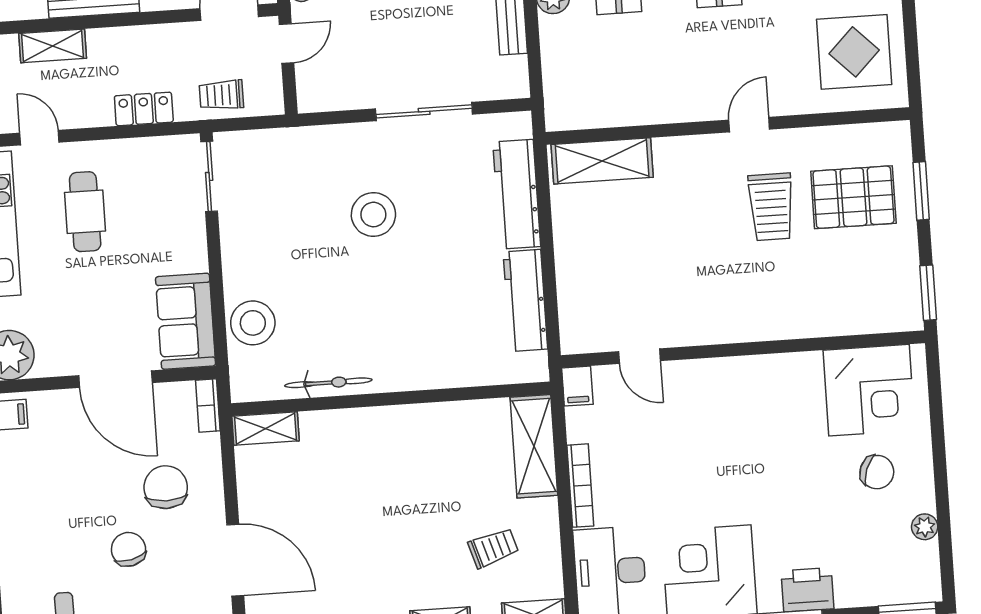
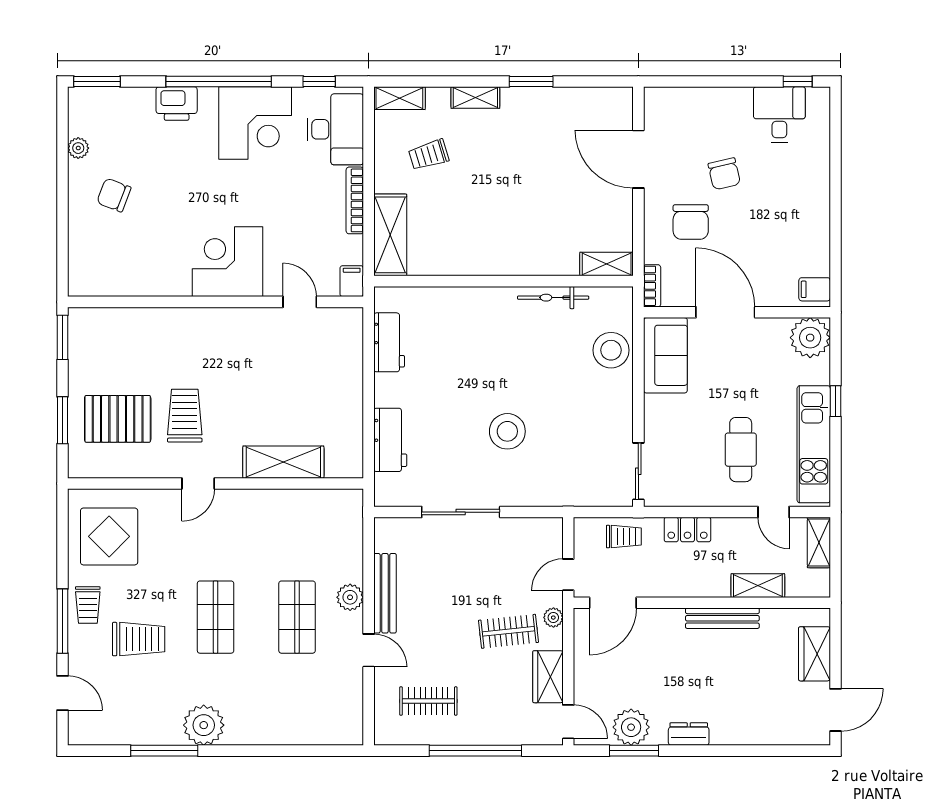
shelving: (602, 161) -> (283, 462), moved
workbench: (517, 194) -> (390, 440), width x0.73
workbench: (525, 300) -> (389, 342), width x0.73
corner desk: (869, 390) -> (228, 262), moved

